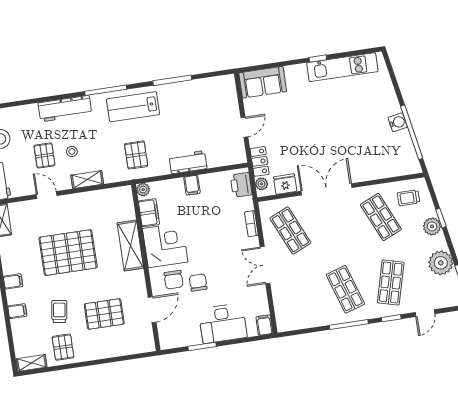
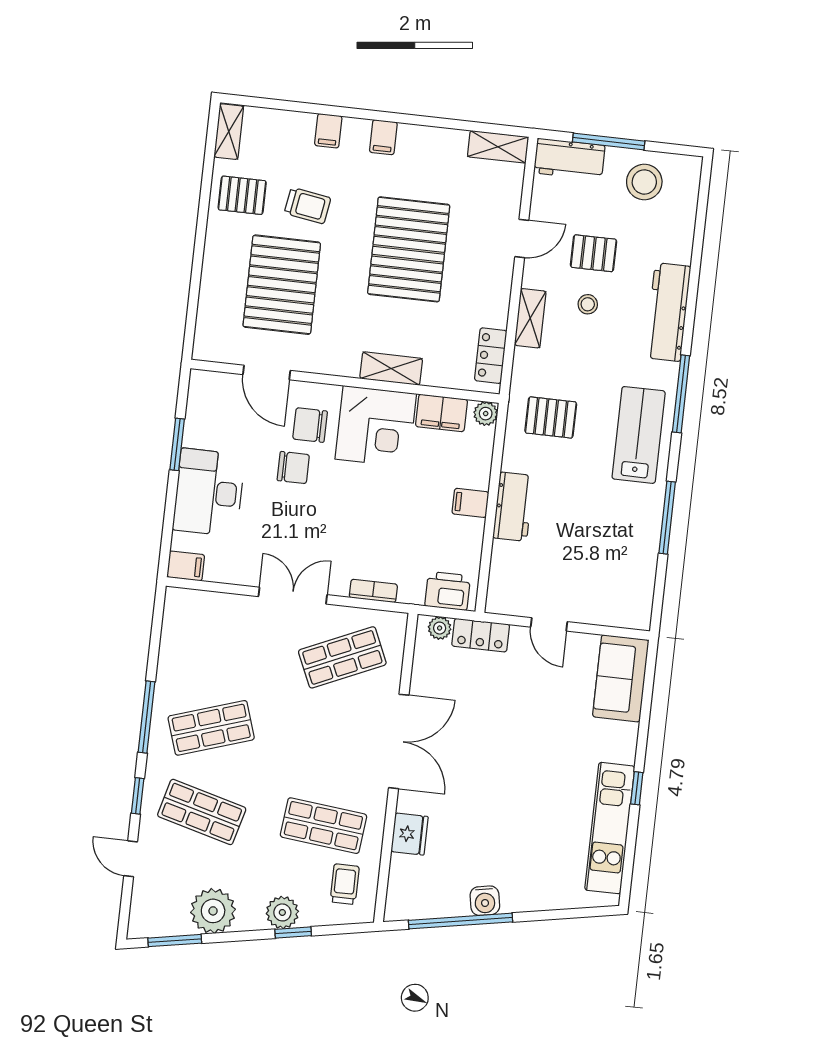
fridge: (285, 184) -> (410, 834), moved
locker: (112, 195) -> (491, 356), added
shop shelf: (381, 217) -> (323, 826), turned 30
shelving: (130, 246) -> (391, 369), width x0.67, depth x0.75
pallet: (104, 314) -> (282, 285), width x1.37, depth x1.41

